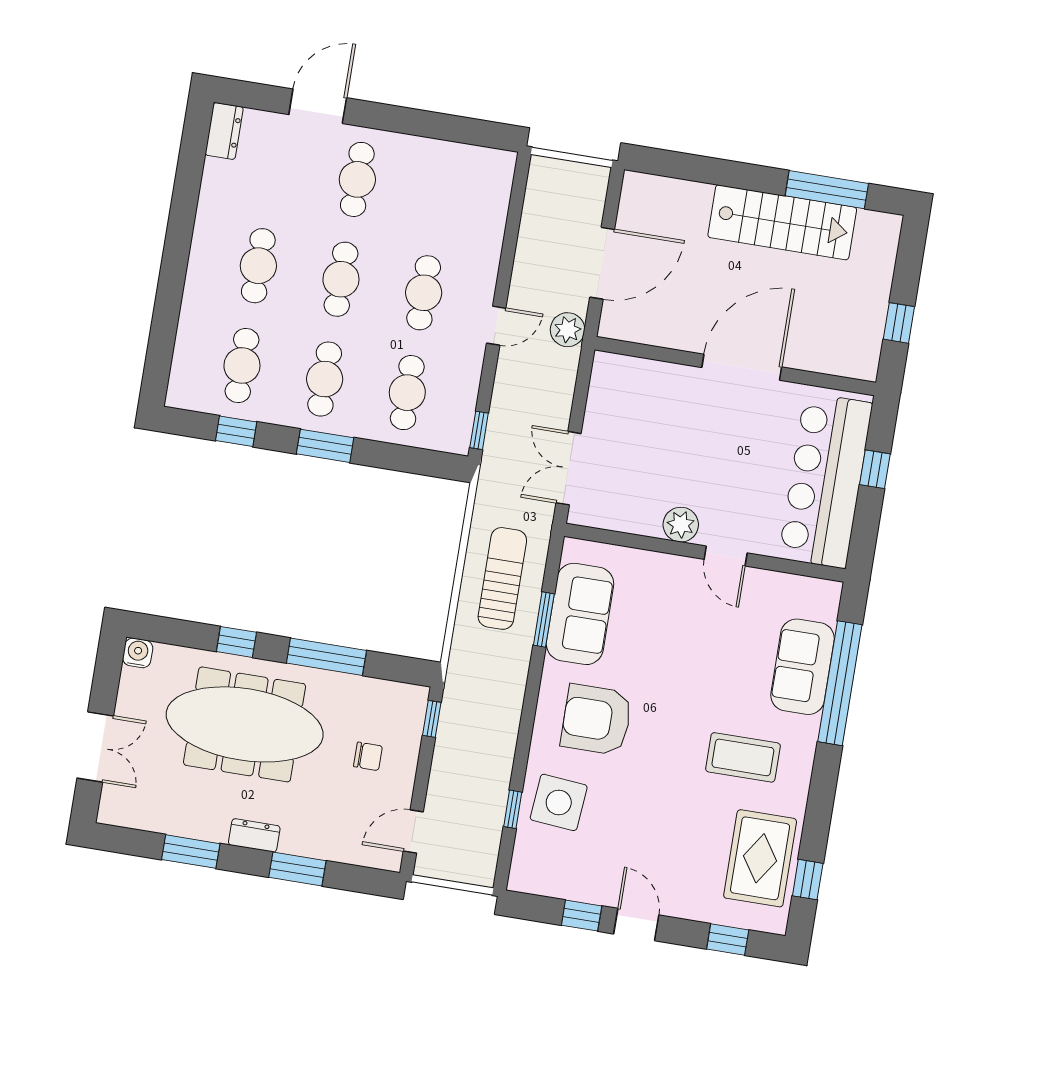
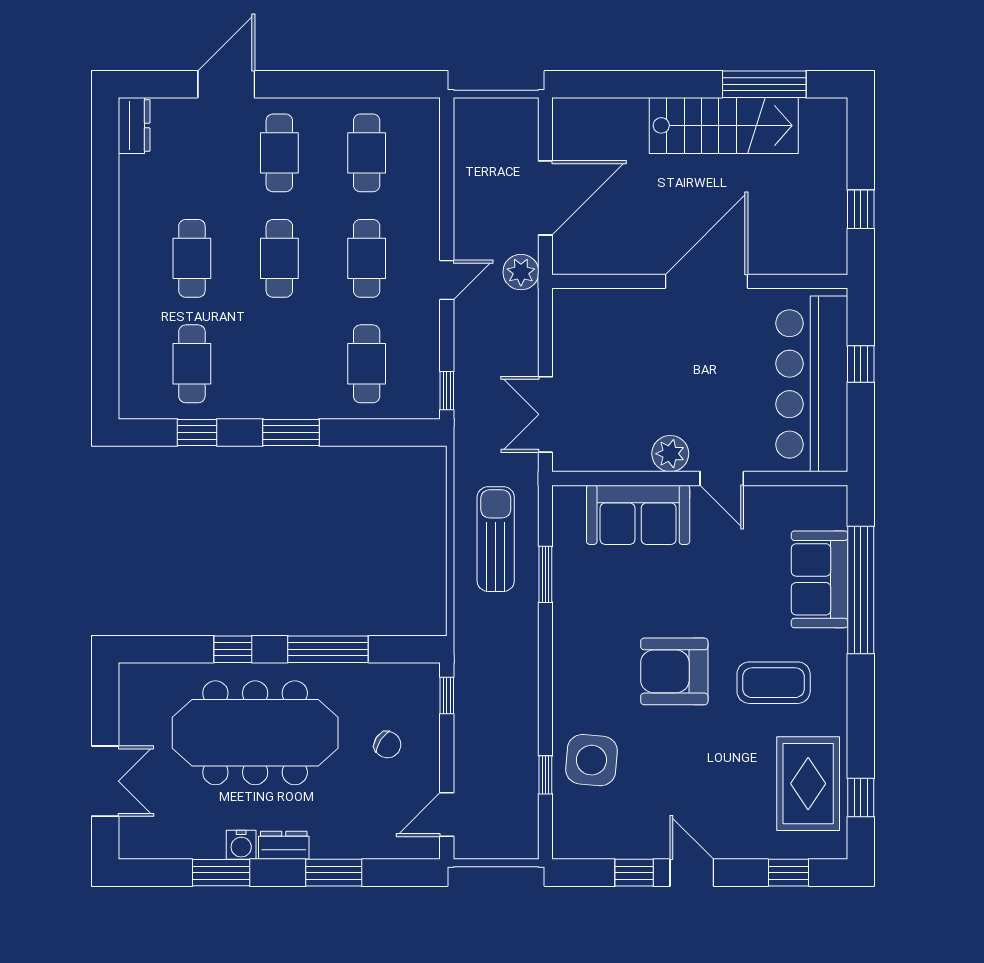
cafe table: (325, 379) -> (367, 153), moved
sofa: (580, 614) -> (638, 515), moved, turned 90
water cooler: (138, 653) -> (241, 845), moved, turned 180
armchair: (596, 720) -> (674, 671), moved
chair: (368, 756) -> (387, 745), turned 33

